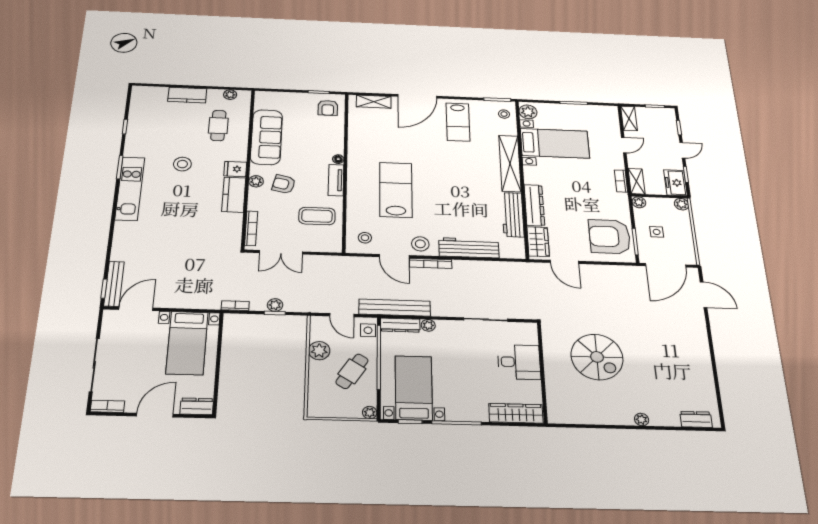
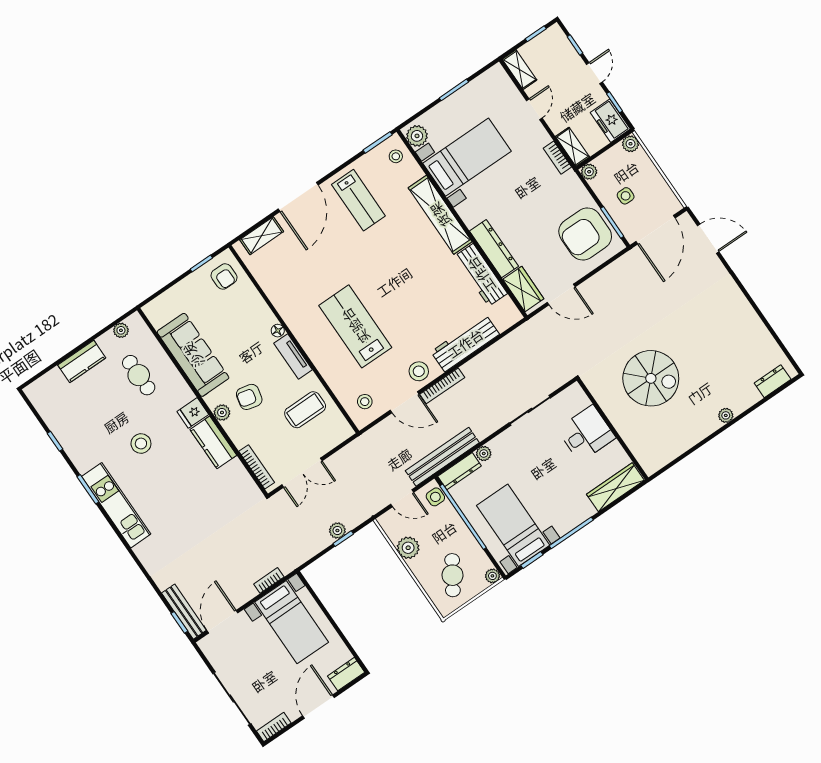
bookcase: (235, 306) -> (269, 580), moved
cafe table: (352, 371) -> (453, 575), moved

